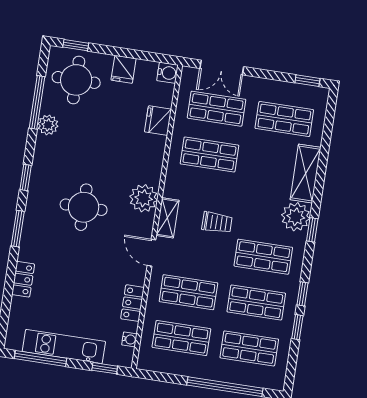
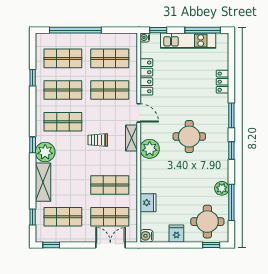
window: (303, 294) -> (33, 217), moved
locker: (132, 303) -> (146, 77), width x1.53
water cooler: (129, 339) -> (145, 37), moved

